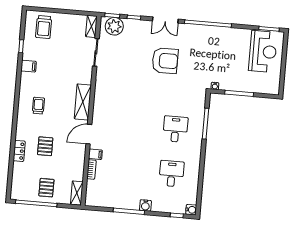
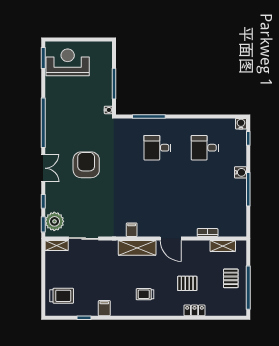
filing cabinet: (95, 154) -> (132, 230), moved
pallet: (46, 188) -> (231, 278), turned 90
shelving: (77, 193) -> (223, 246), moved

